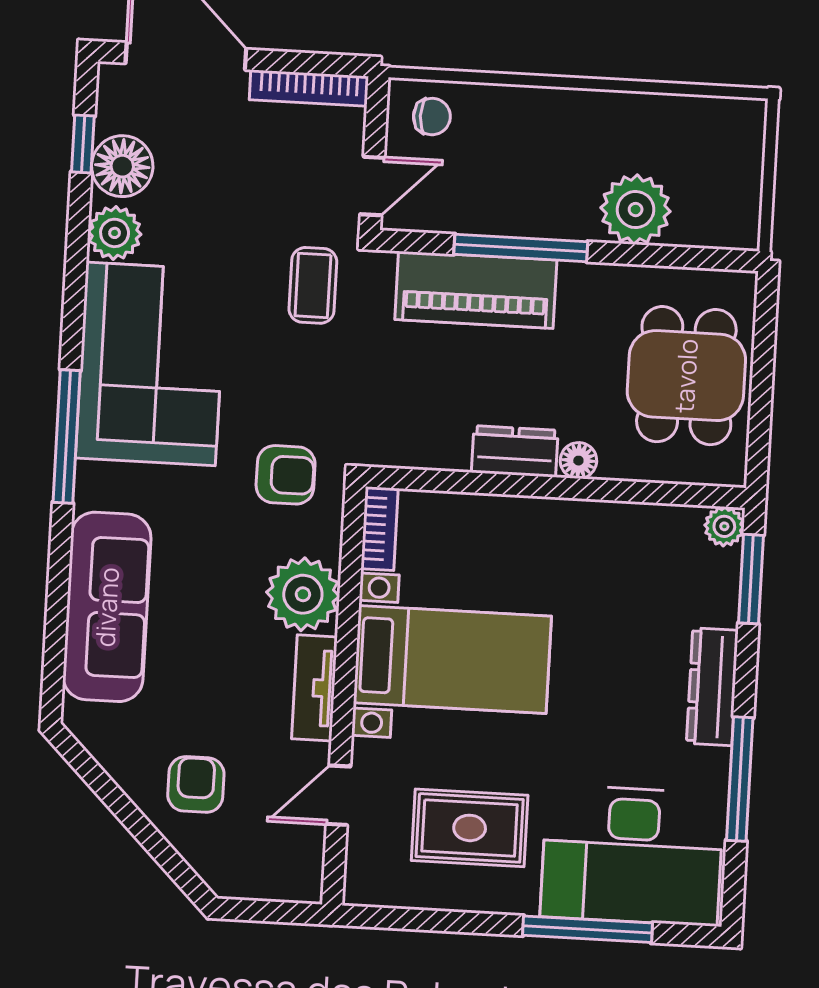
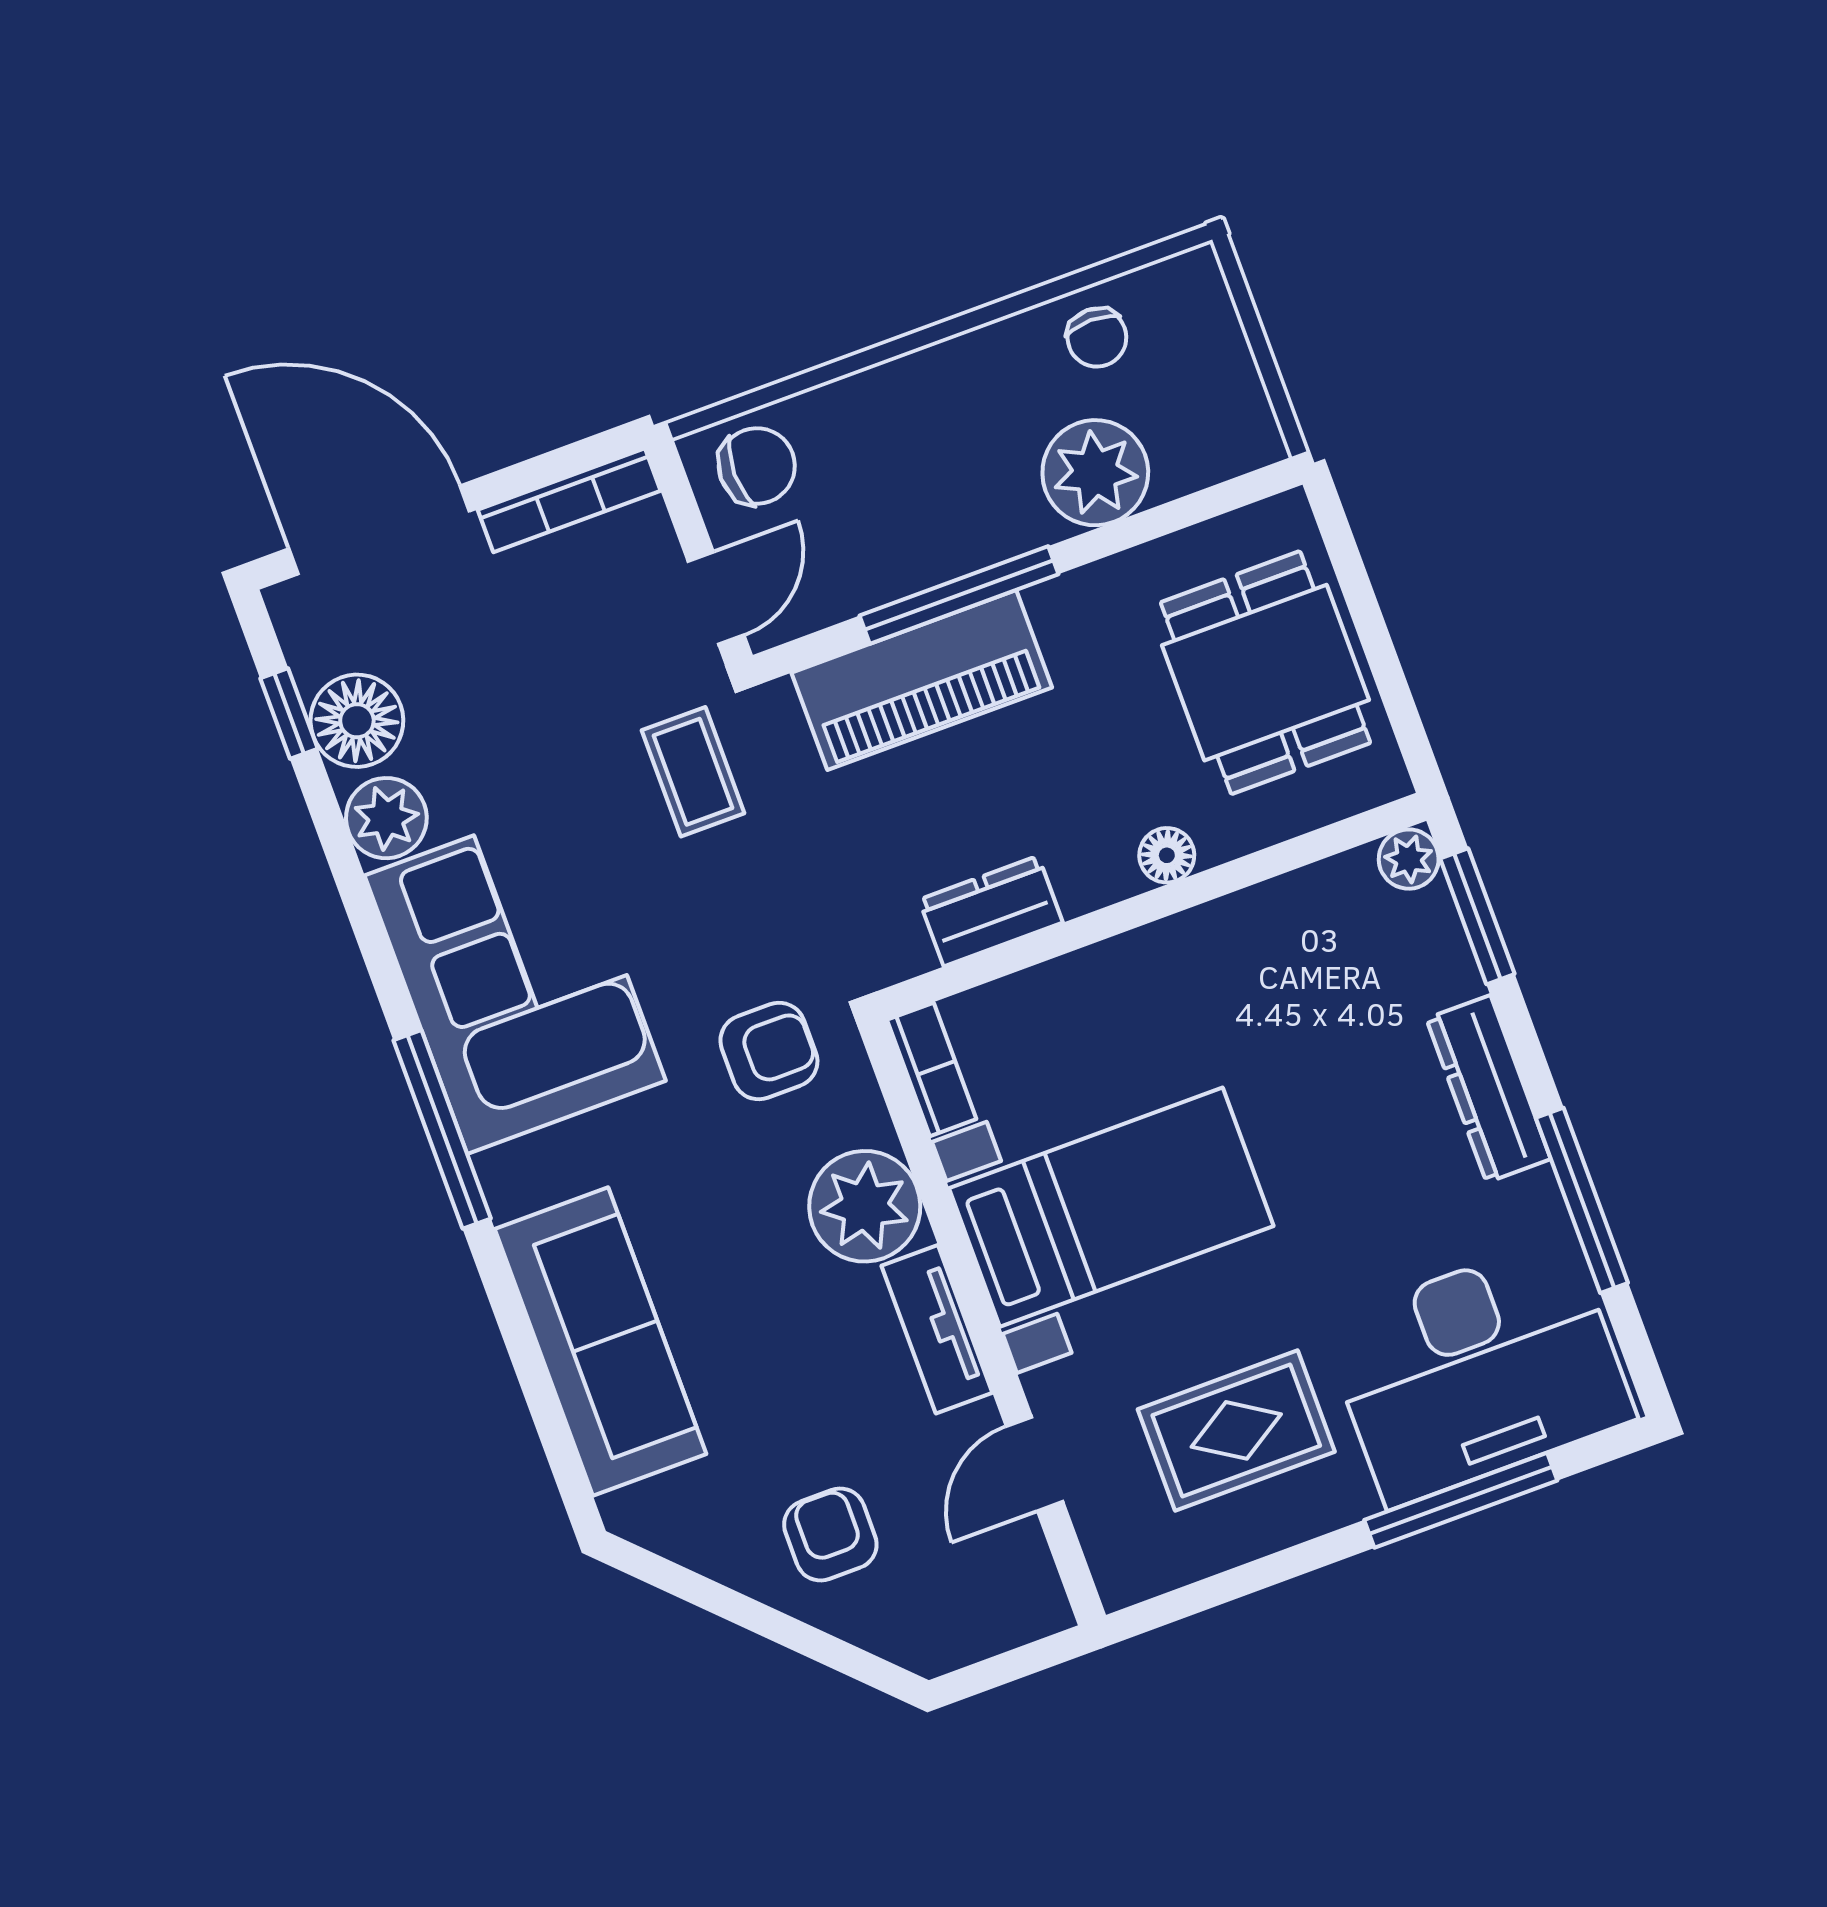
chair: (432, 117) -> (757, 466), width x1.37, depth x1.37
chair: (672, 128) -> (1097, 338), added
dresser: (515, 451) -> (991, 911), moved

